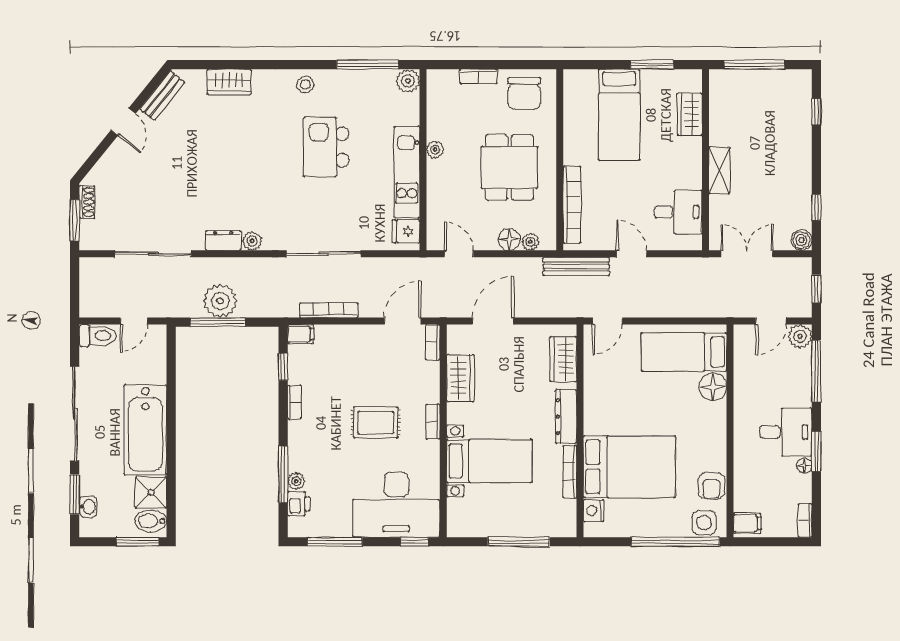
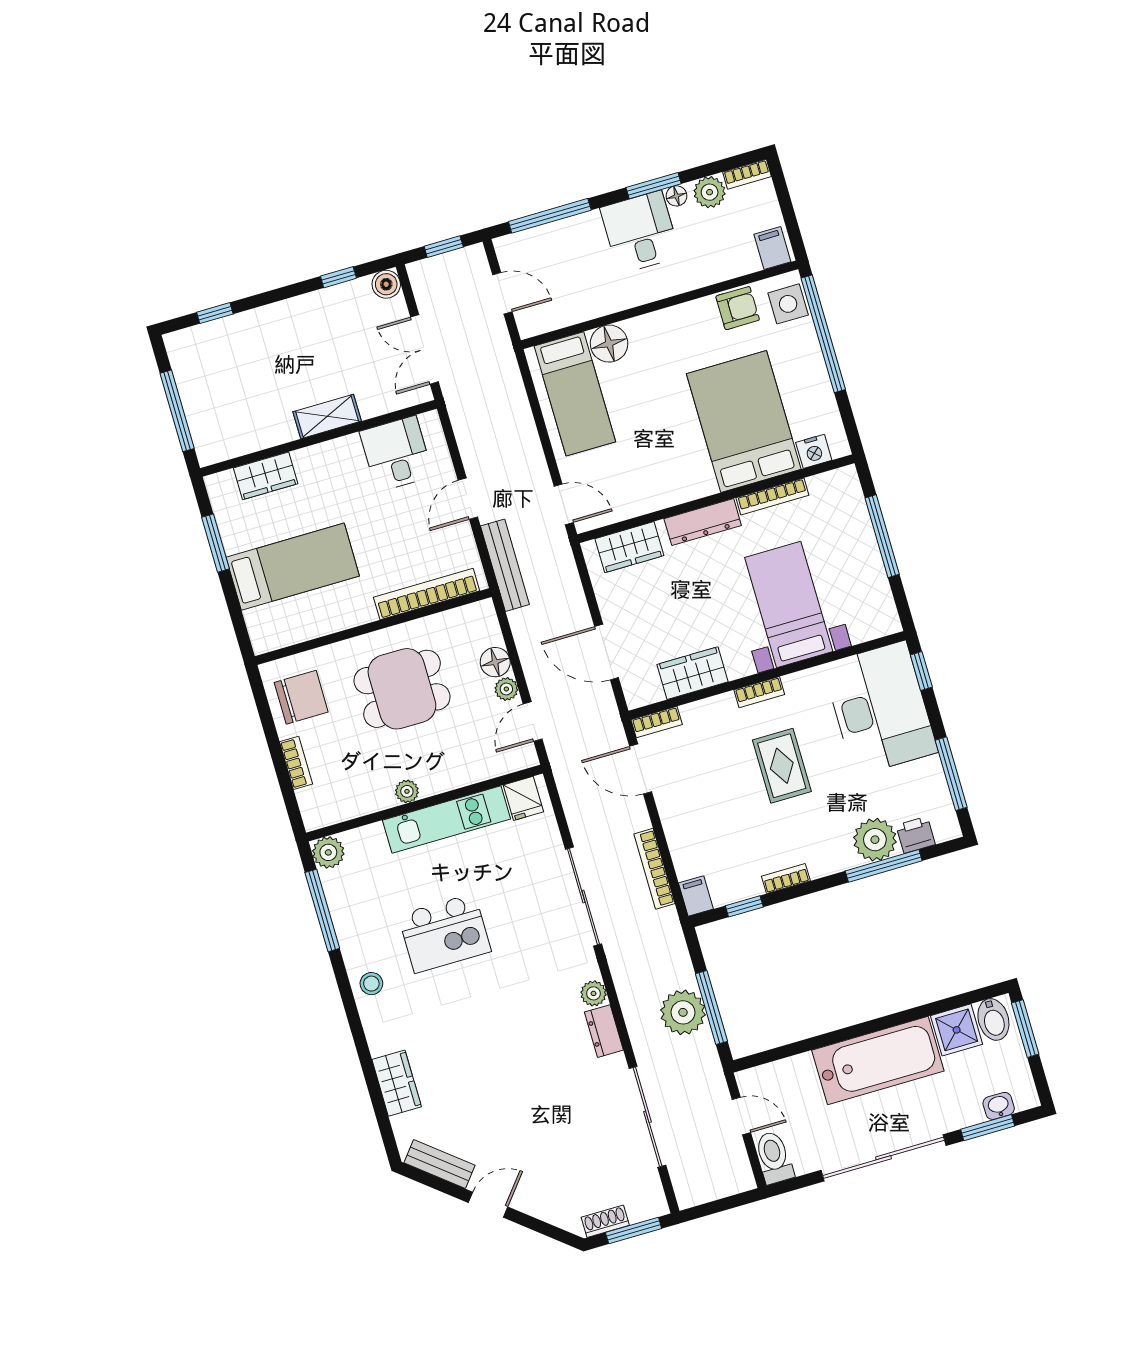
plant: (531, 242) -> (506, 689), moved
plant: (800, 336) -> (710, 192), moved
plant: (296, 481) -> (875, 840), width x1.87, depth x1.87

